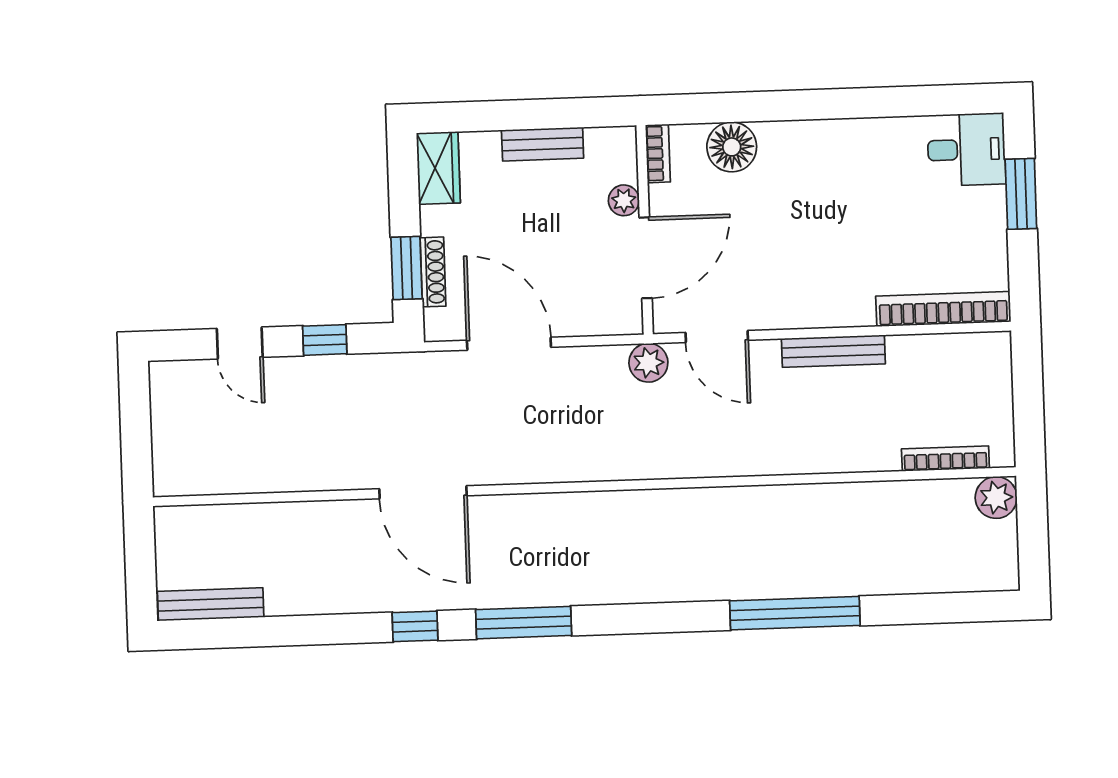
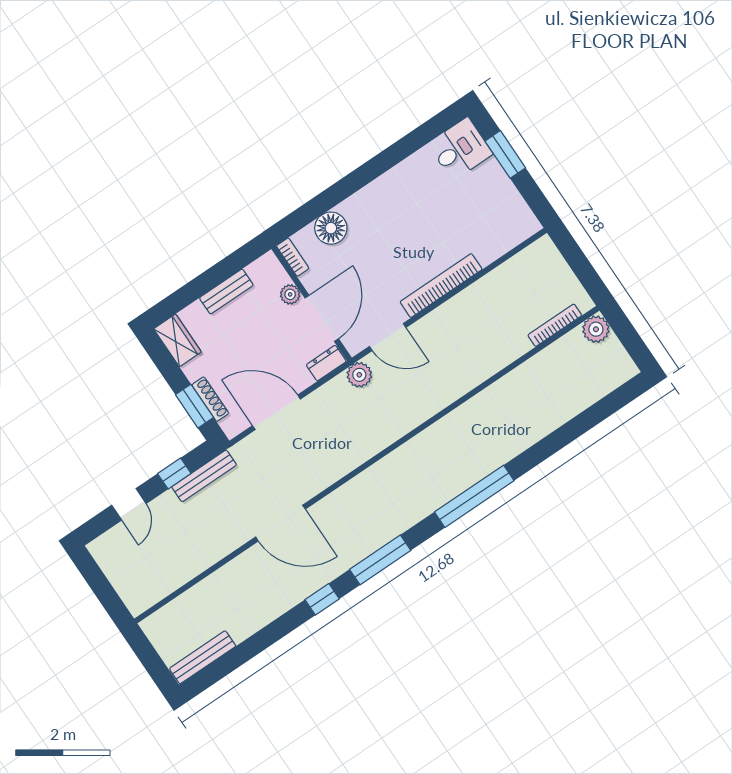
bookcase: (943, 309) -> (441, 286), moved
dresser: (615, 320) -> (326, 363), added
door: (240, 343) -> (129, 504), hinge flipped
bench: (833, 351) -> (204, 476), moved
window: (795, 613) -> (474, 496), moved

